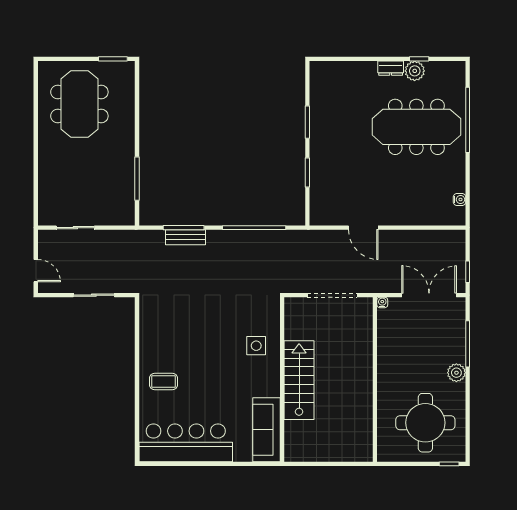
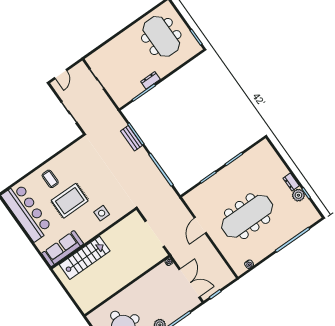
meeting table: (79, 104) -> (161, 36), turned 90
meeting table: (416, 127) -> (247, 216), moved, turned 90
dresser: (127, 159) -> (150, 80), added
rug: (210, 376) -> (70, 201), added
stairs: (299, 380) -> (85, 258), moved

